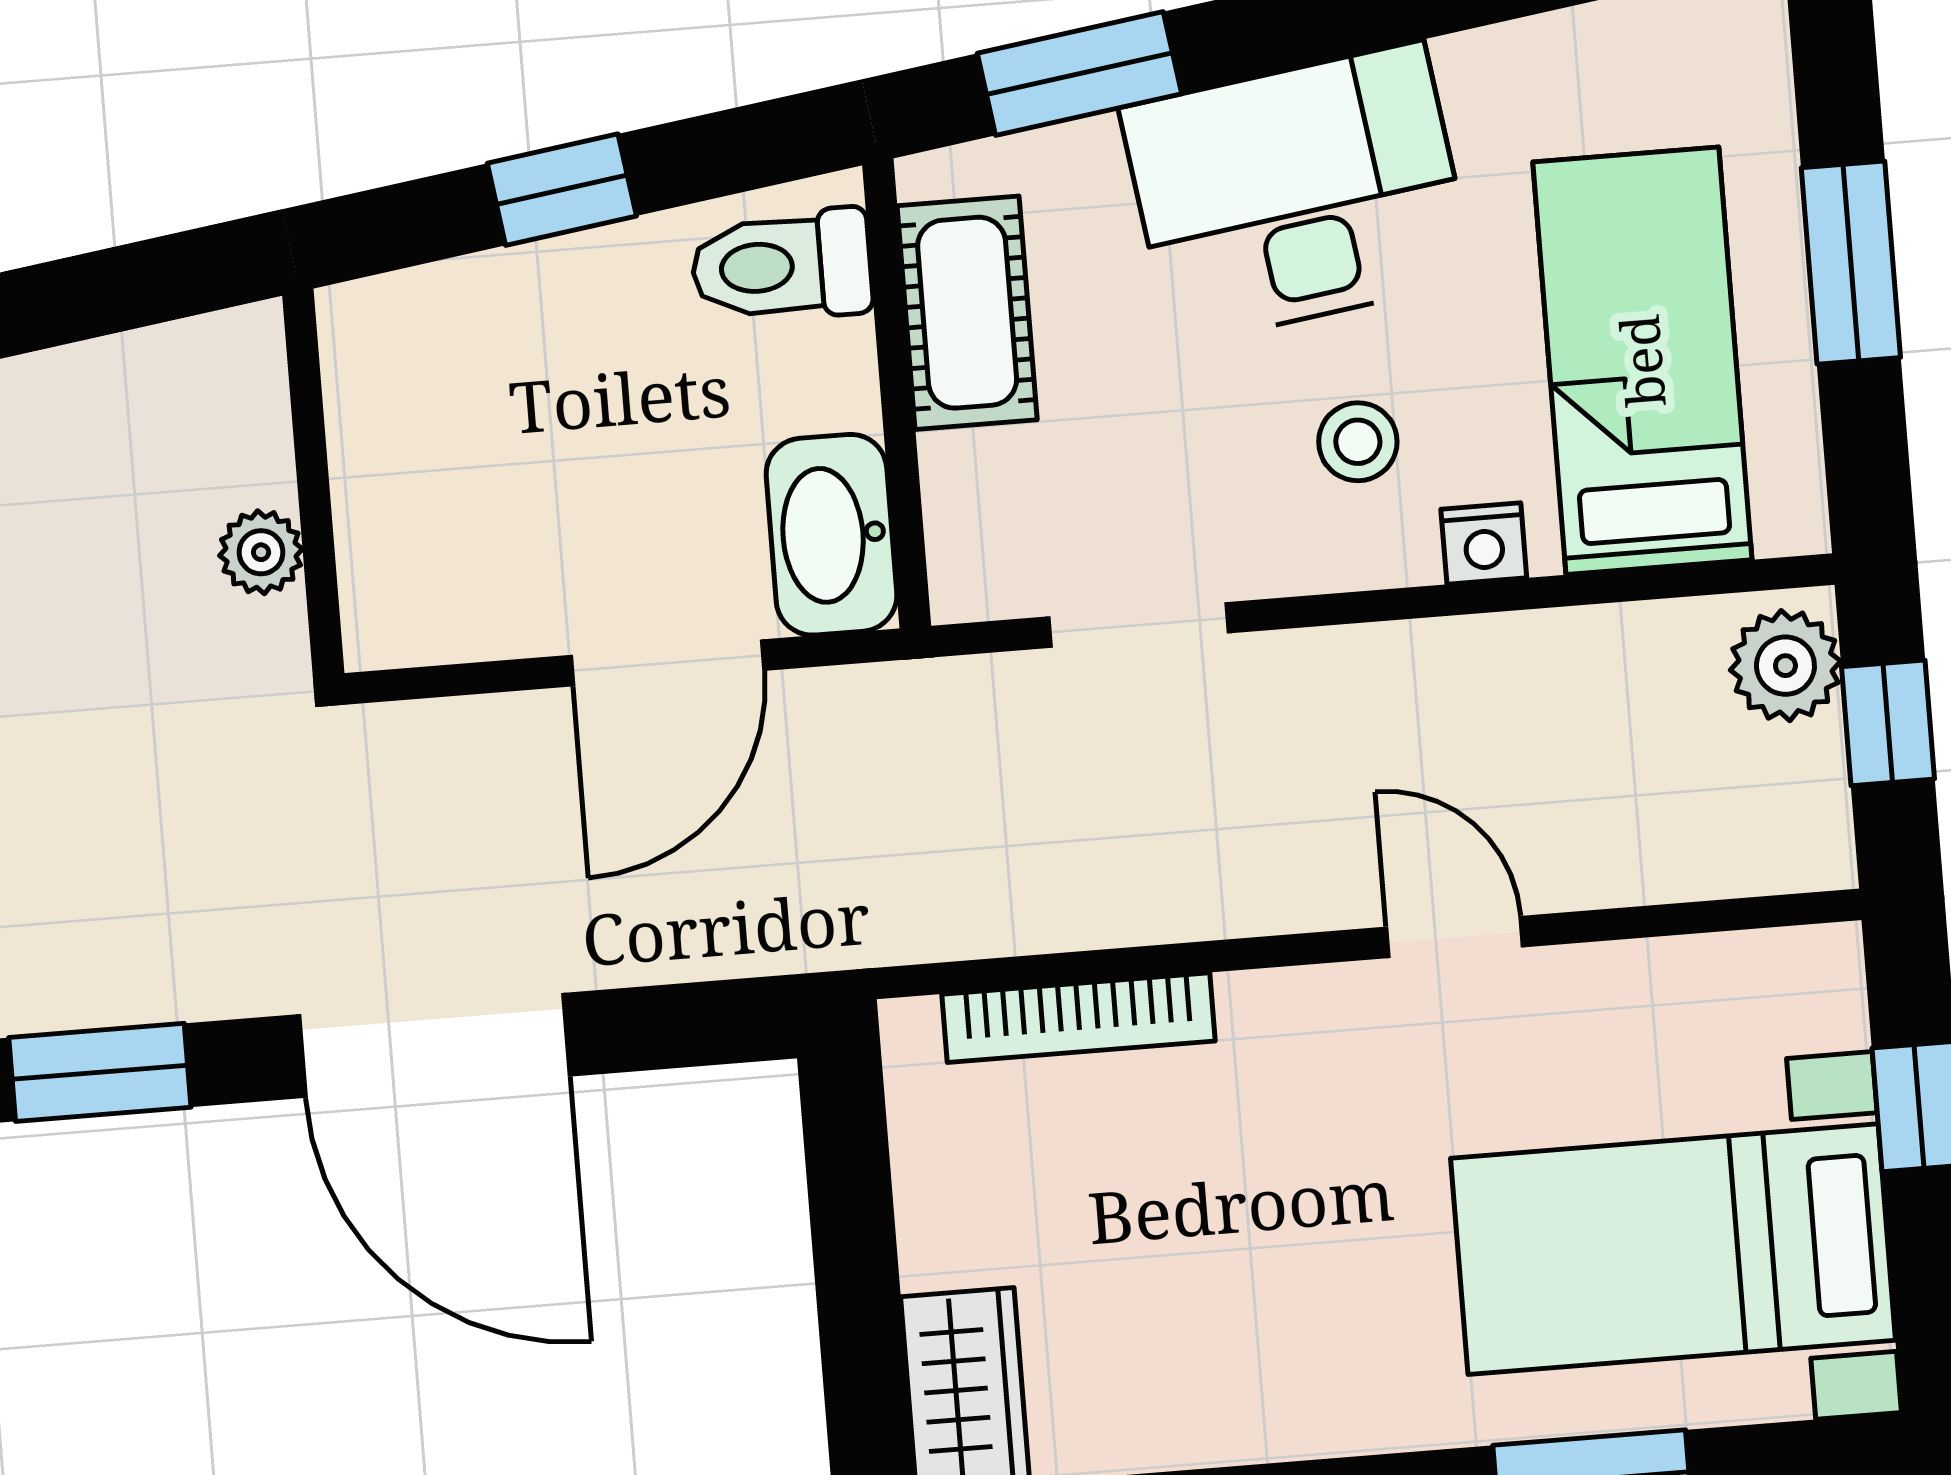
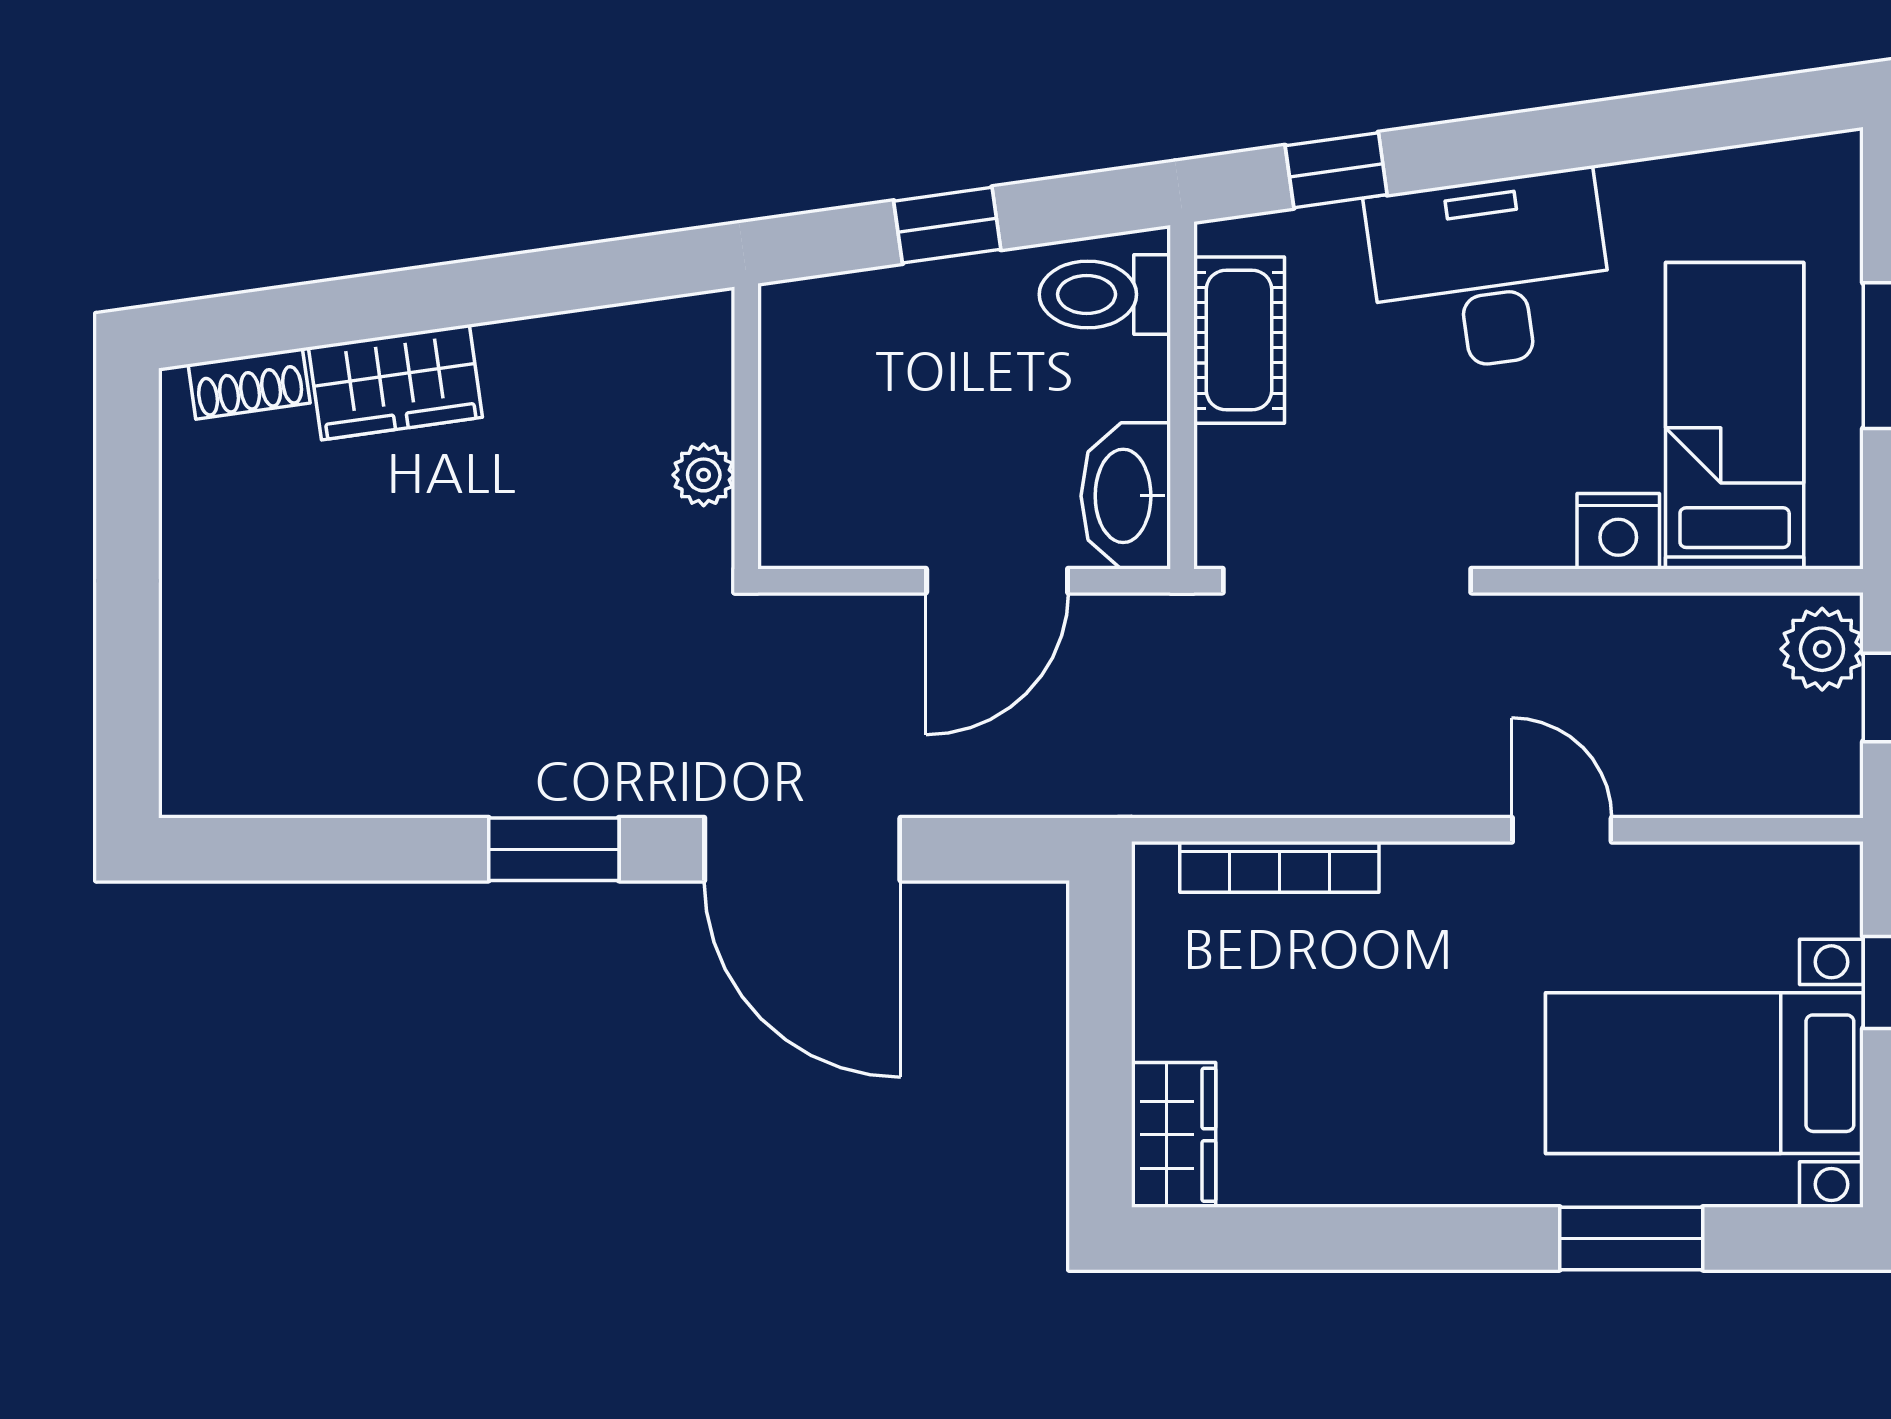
window: (1079, 74) -> (1336, 170), width x0.67
stool: (1358, 442) -> (1520, 458), removed
nightstand: (1484, 543) -> (1618, 531), width x1.39, depth x1.35
doorway: (1139, 625) -> (1347, 581), width x1.88

